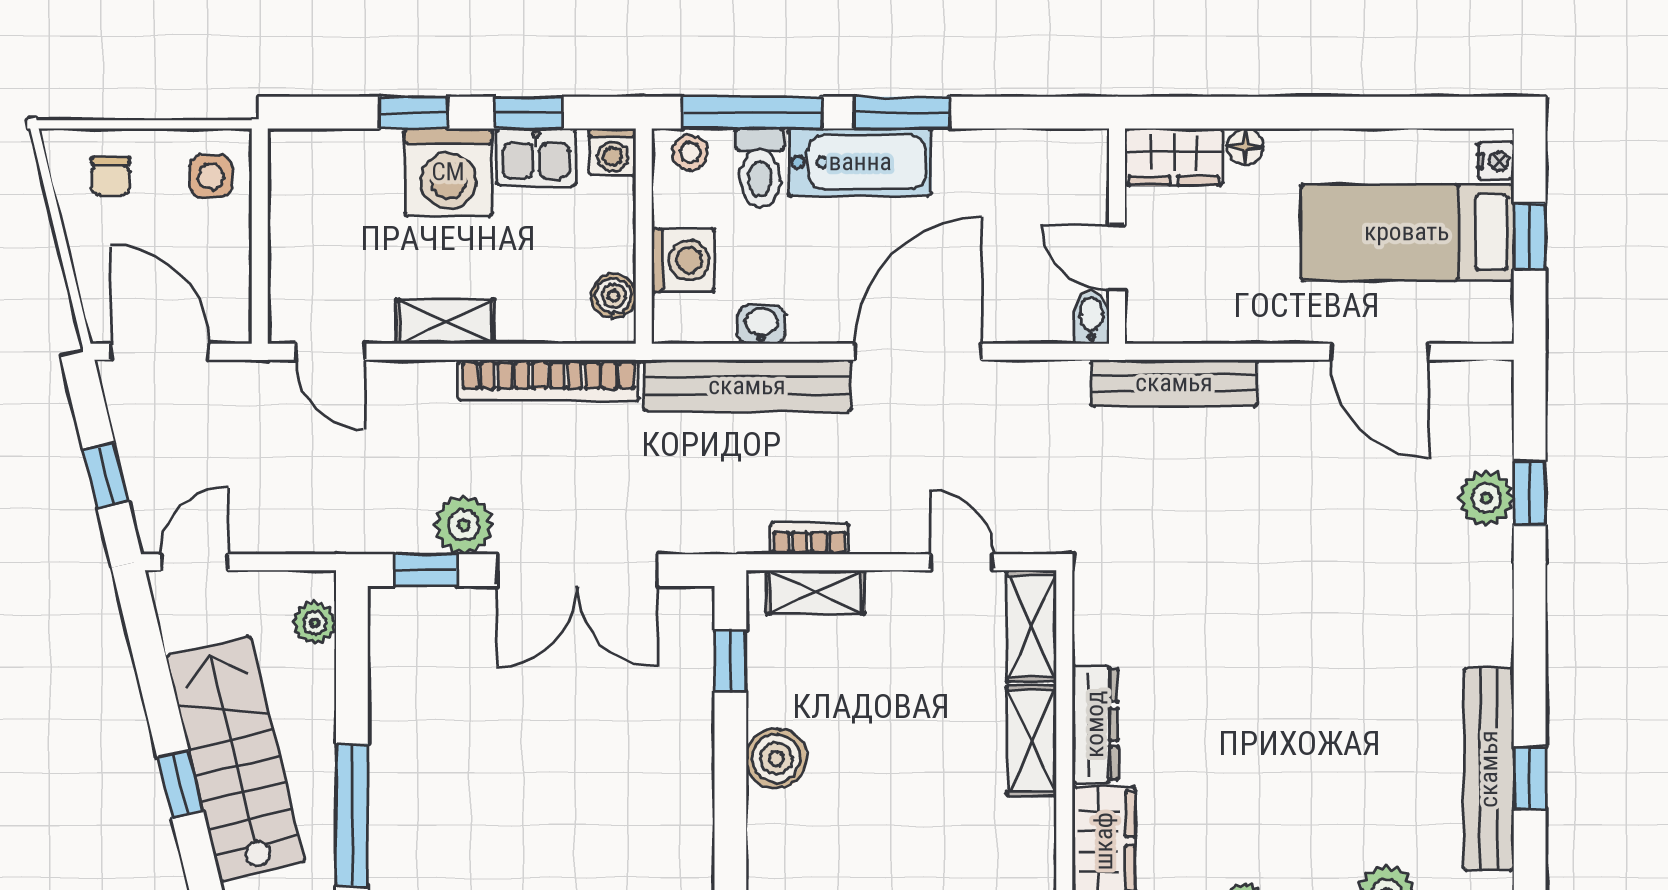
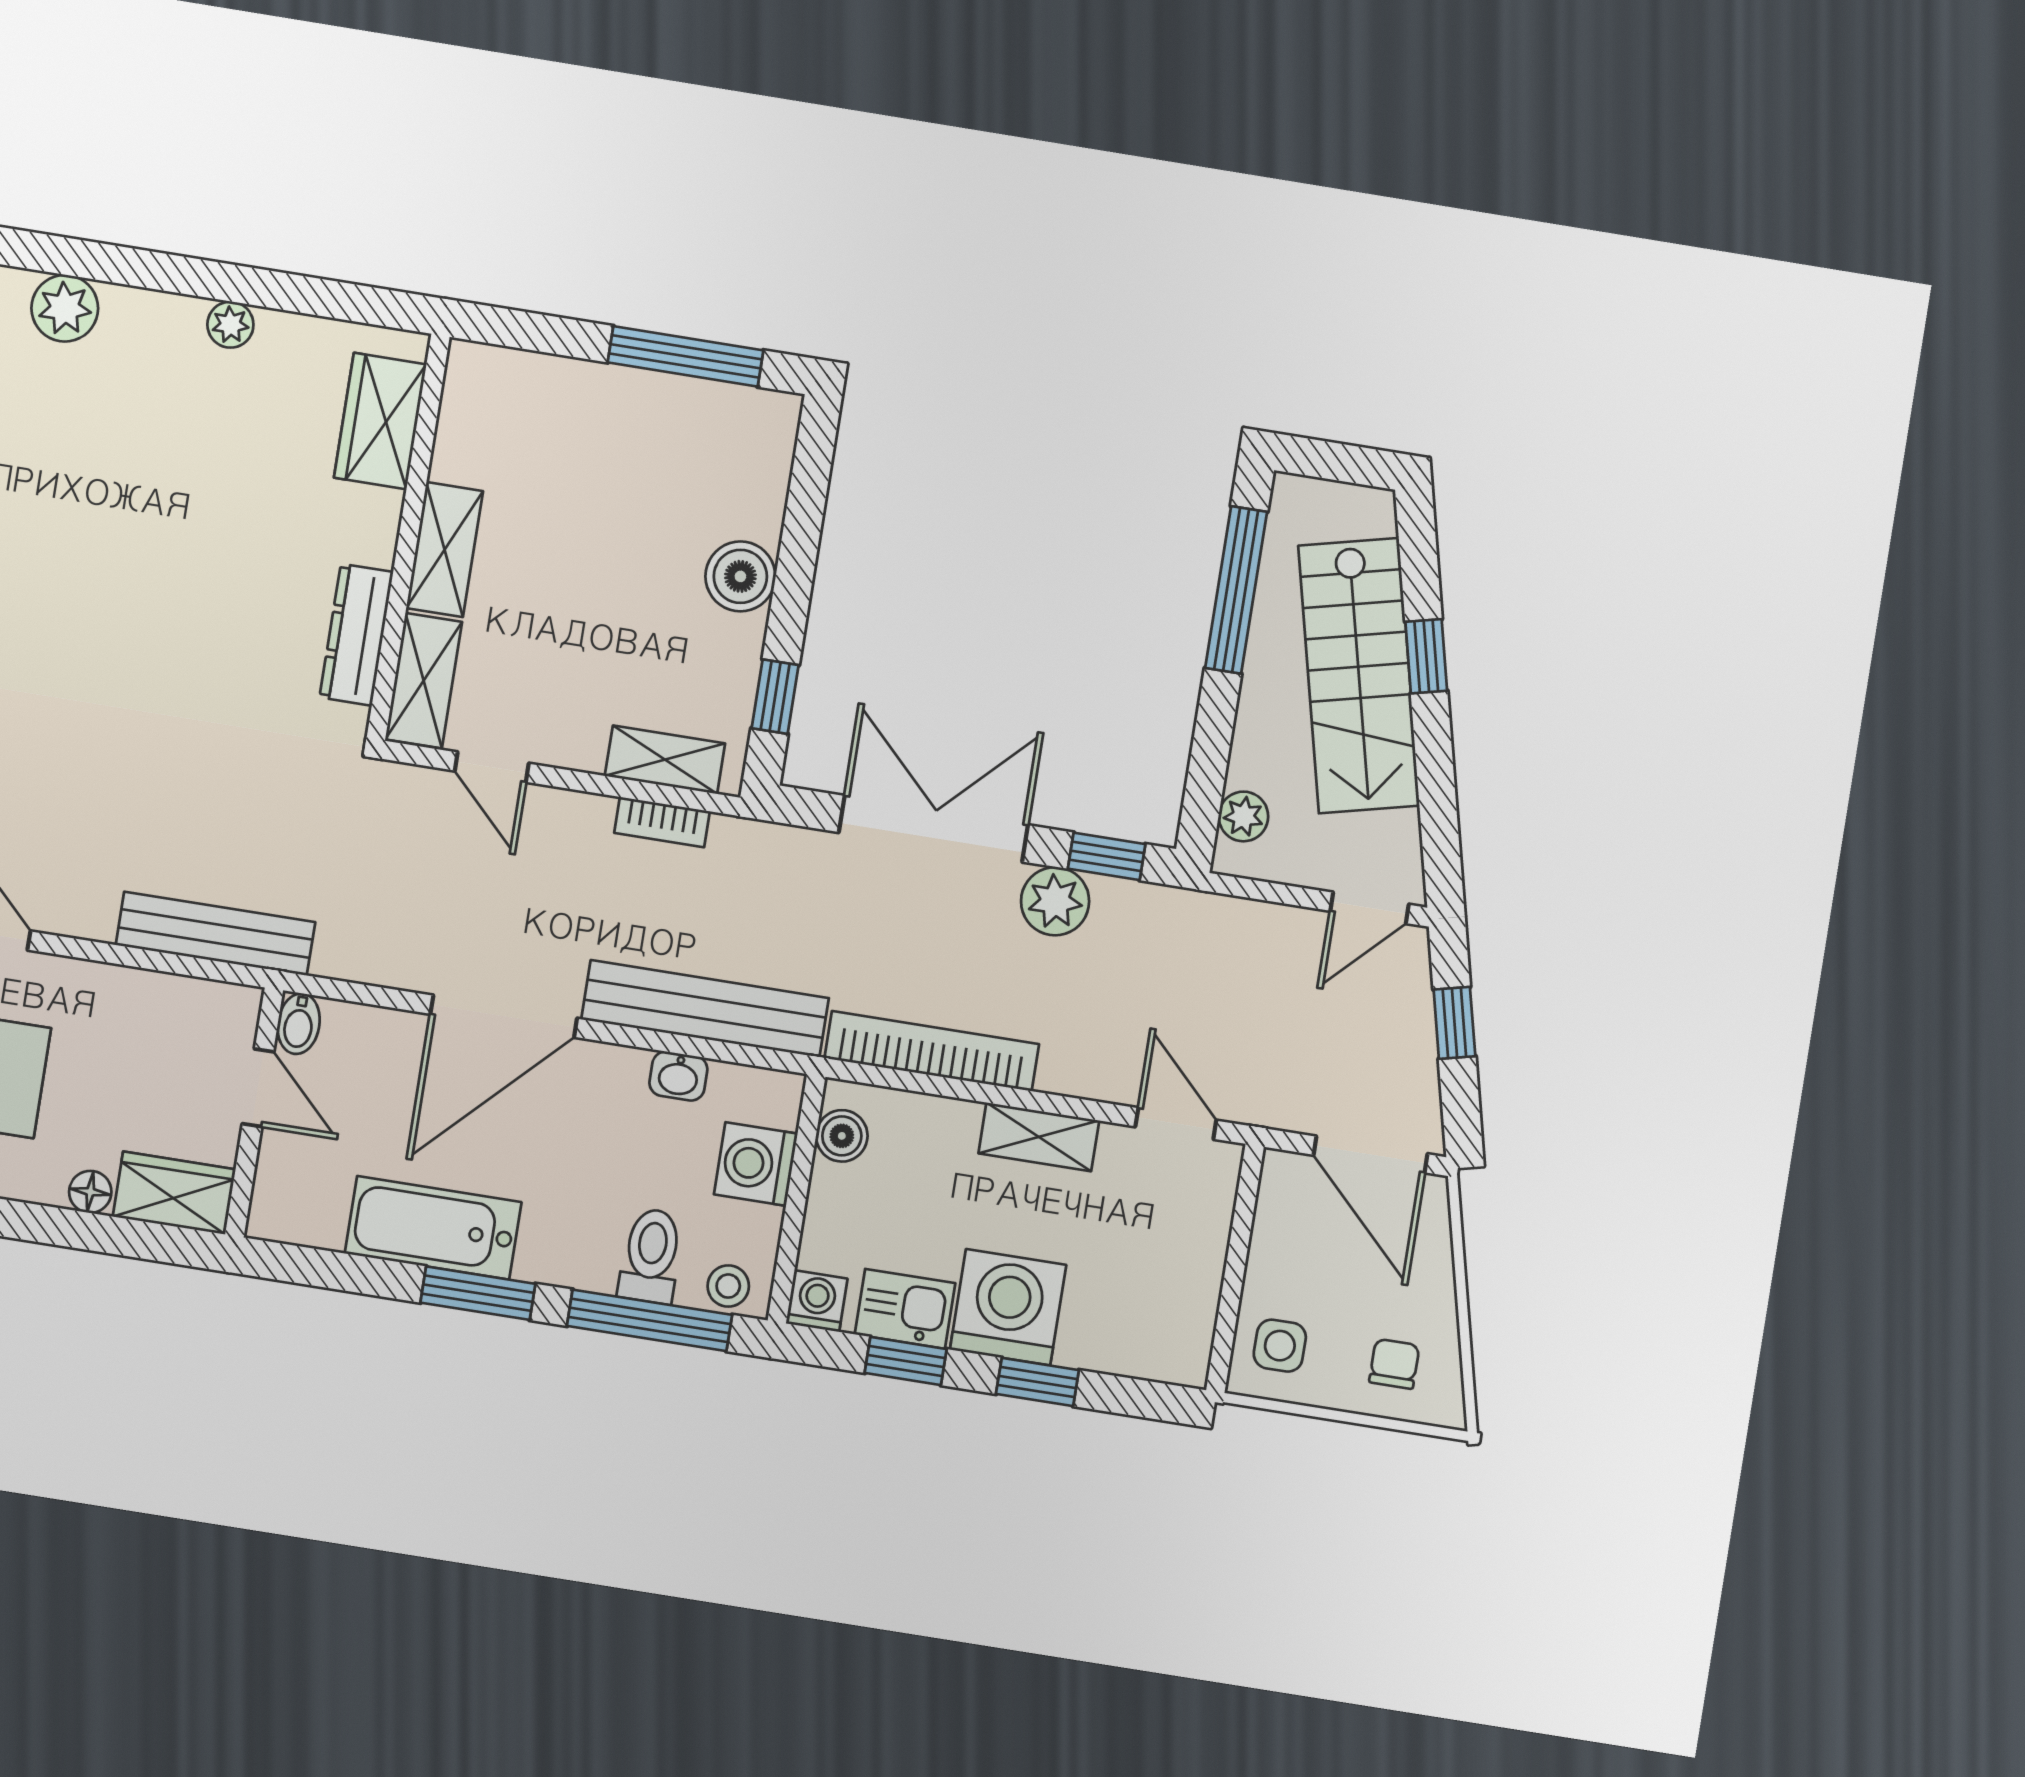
bathtub: (860, 162) -> (433, 1228), moved
dresser: (1095, 724) -> (356, 635), moved

